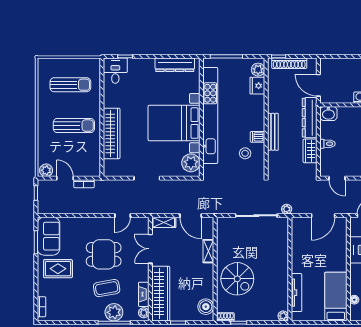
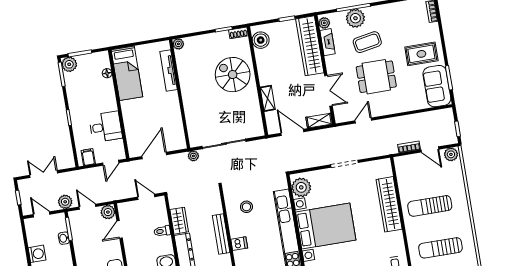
dishwasher: (258, 137) -> (239, 244), moved

